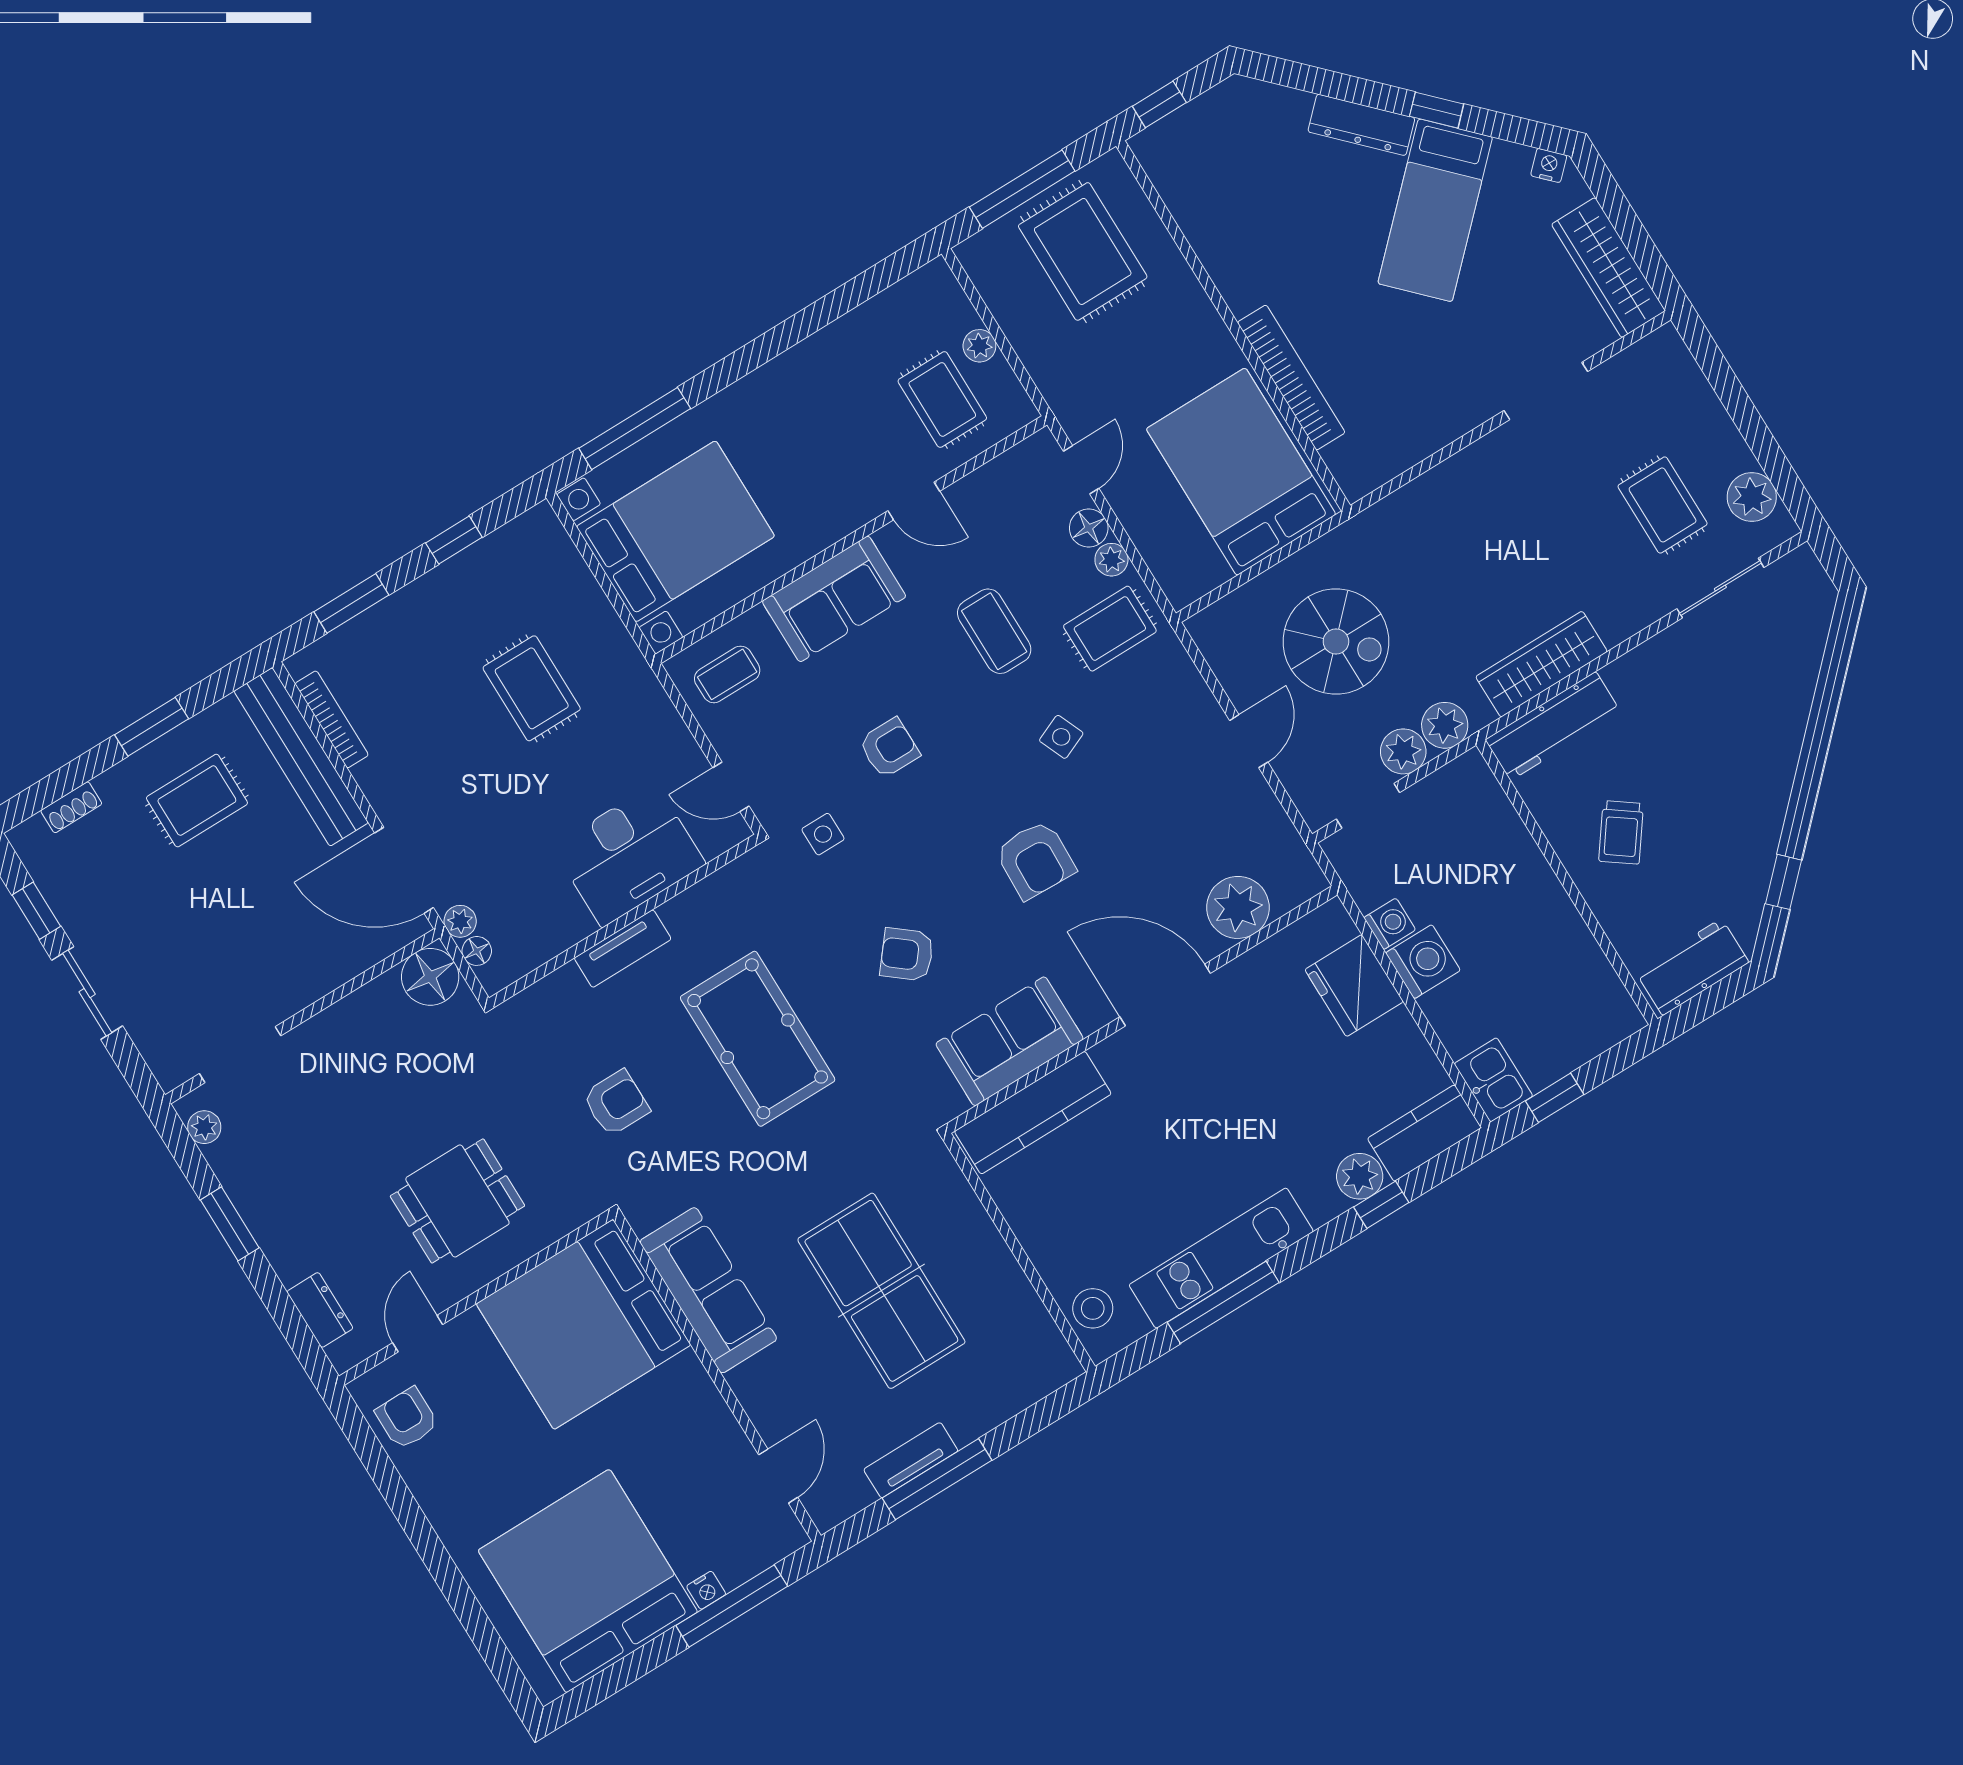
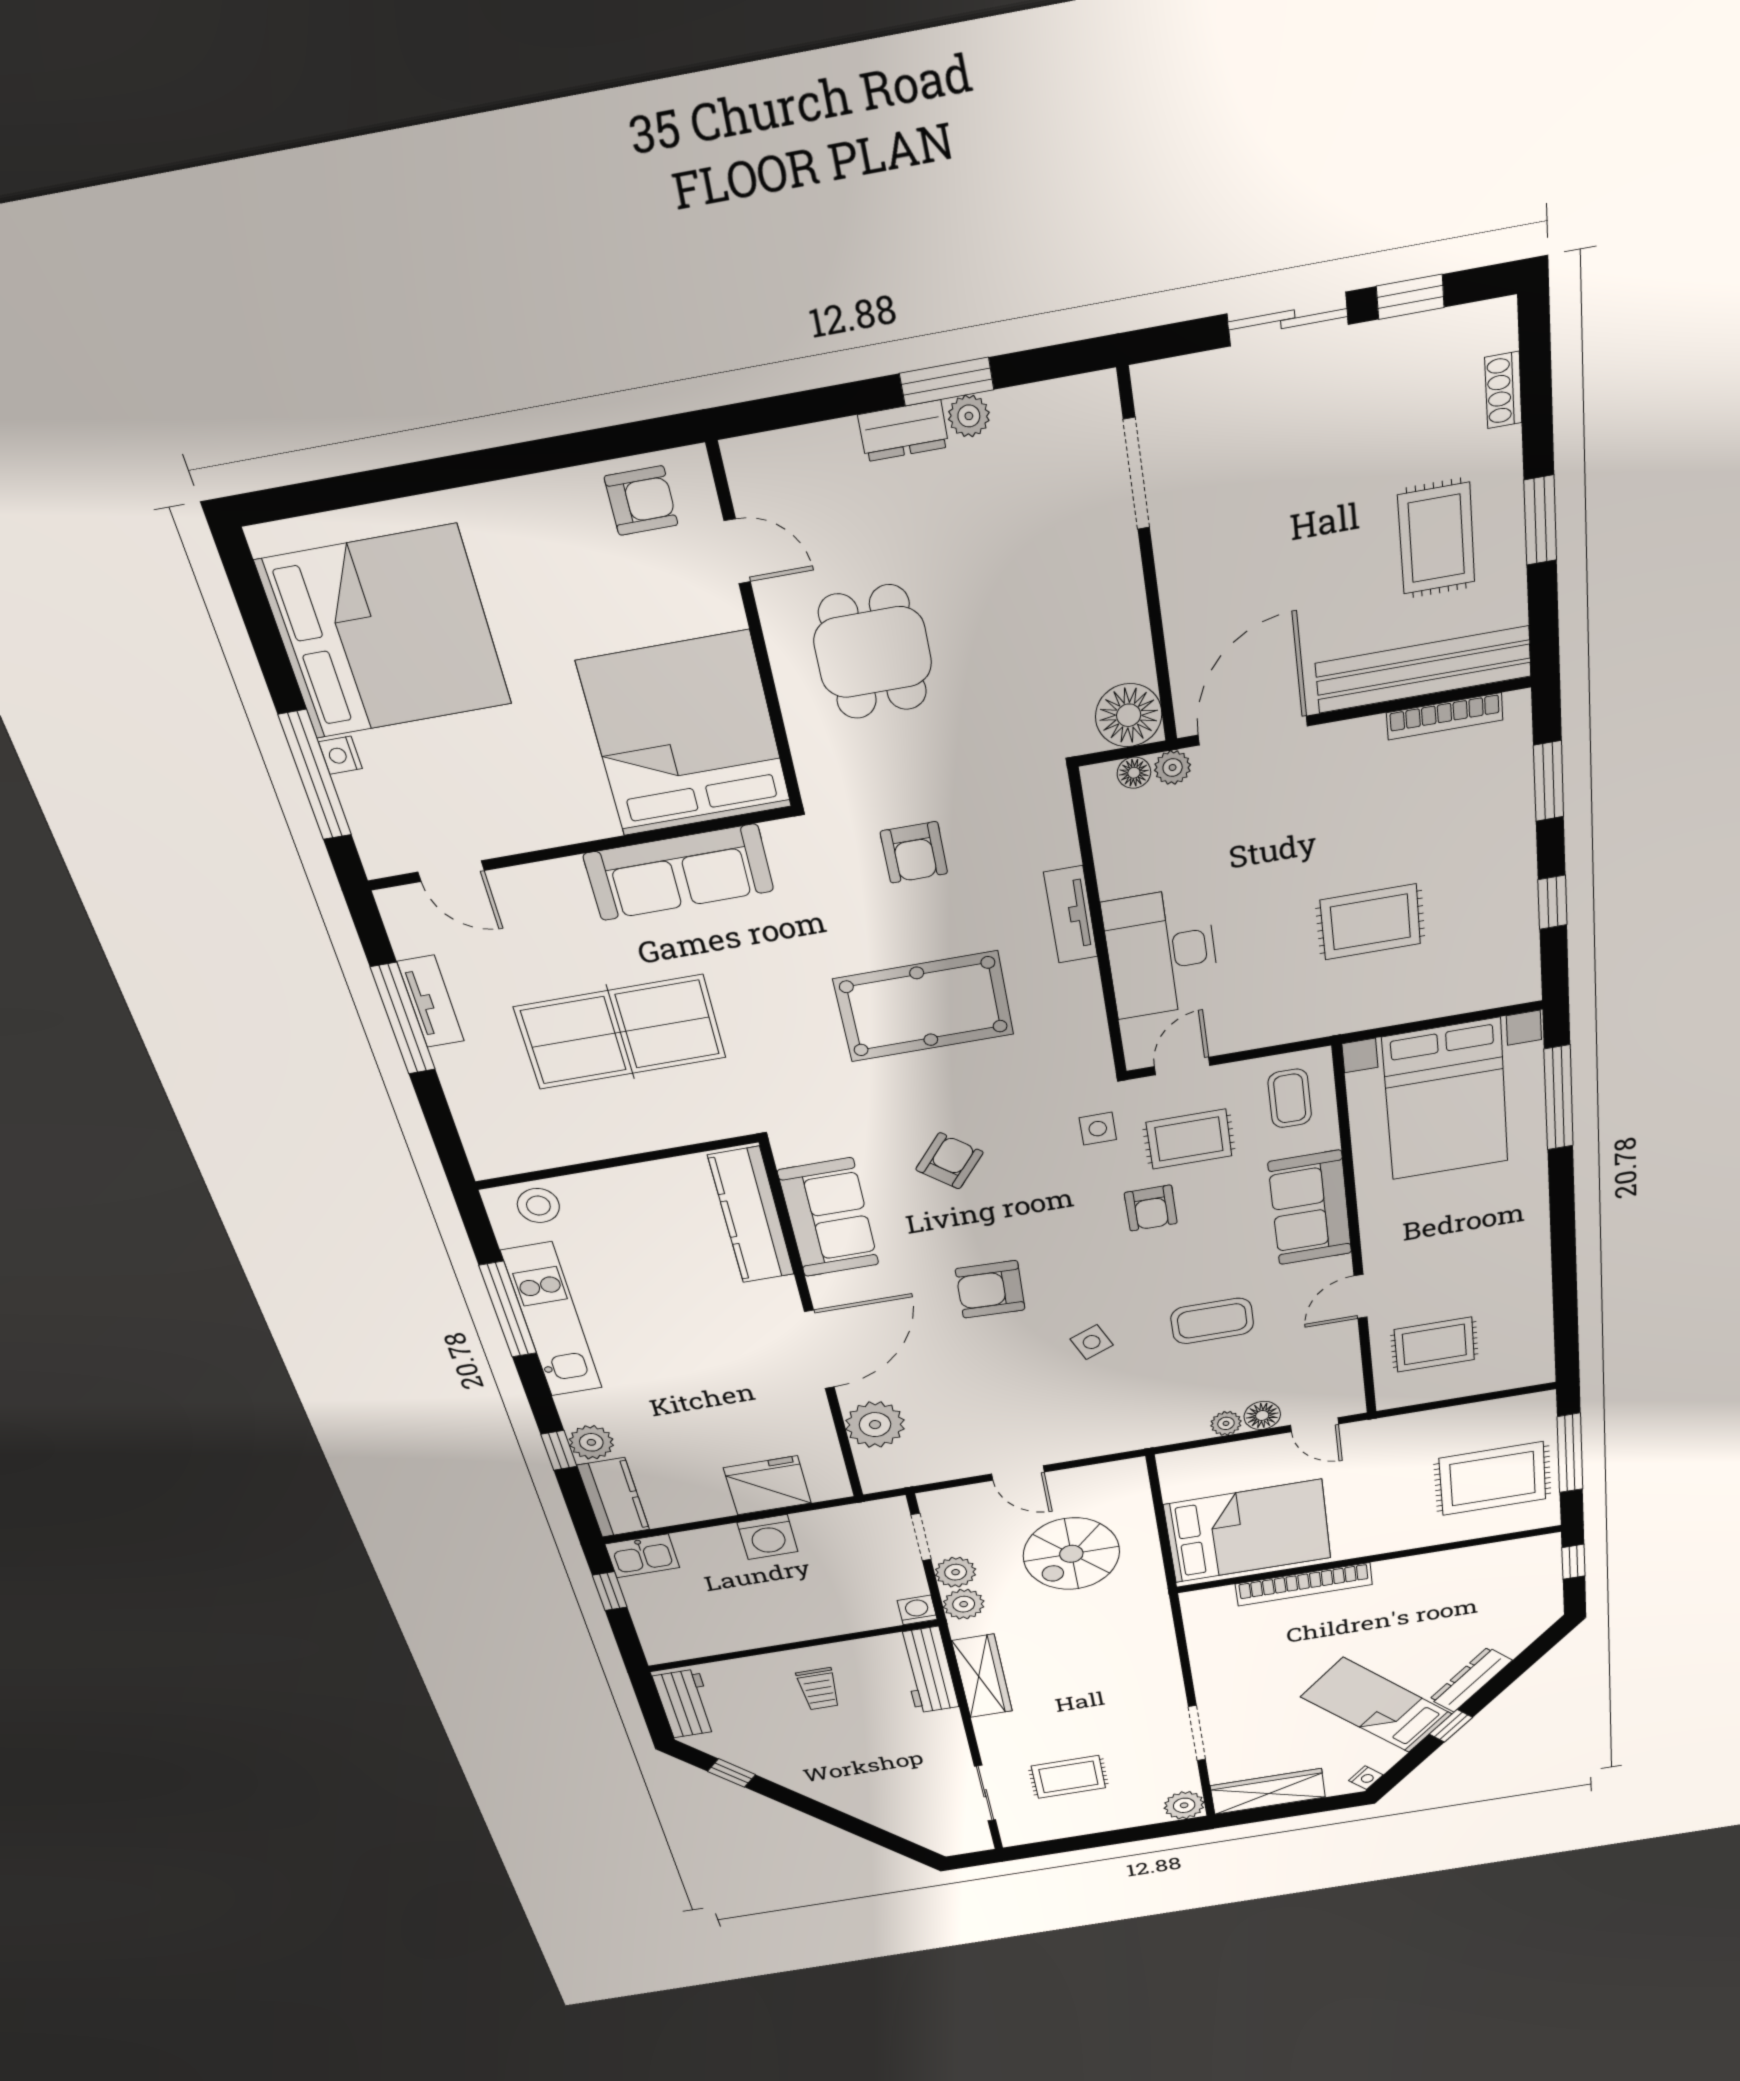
plant: (979, 346) -> (1462, 1385), removed
plant: (1752, 497) -> (1184, 1805), moved
rug: (1110, 629) -> (1189, 1139), moved, turned 90
trolley: (1621, 832) -> (819, 1689), turned -126
washing machine: (1390, 924) -> (917, 1610), moved, turned 180
plant: (204, 1127) -> (969, 416), moved
dresser: (320, 1310) -> (903, 431), moved

